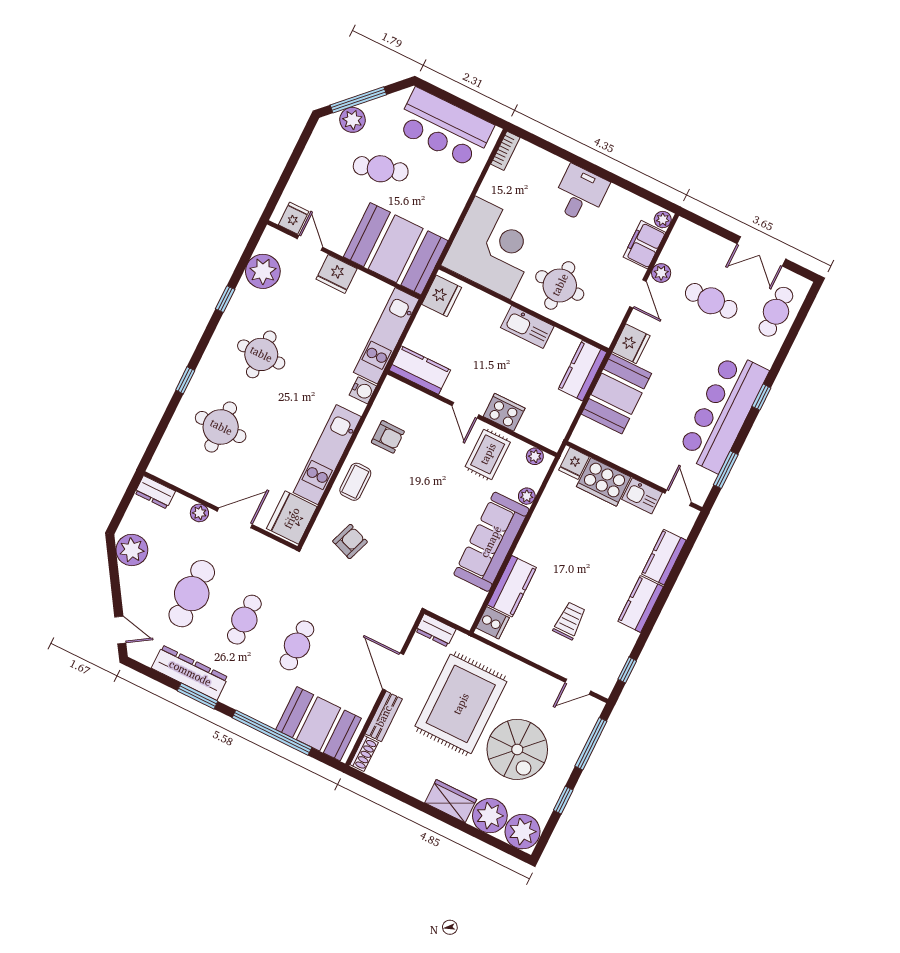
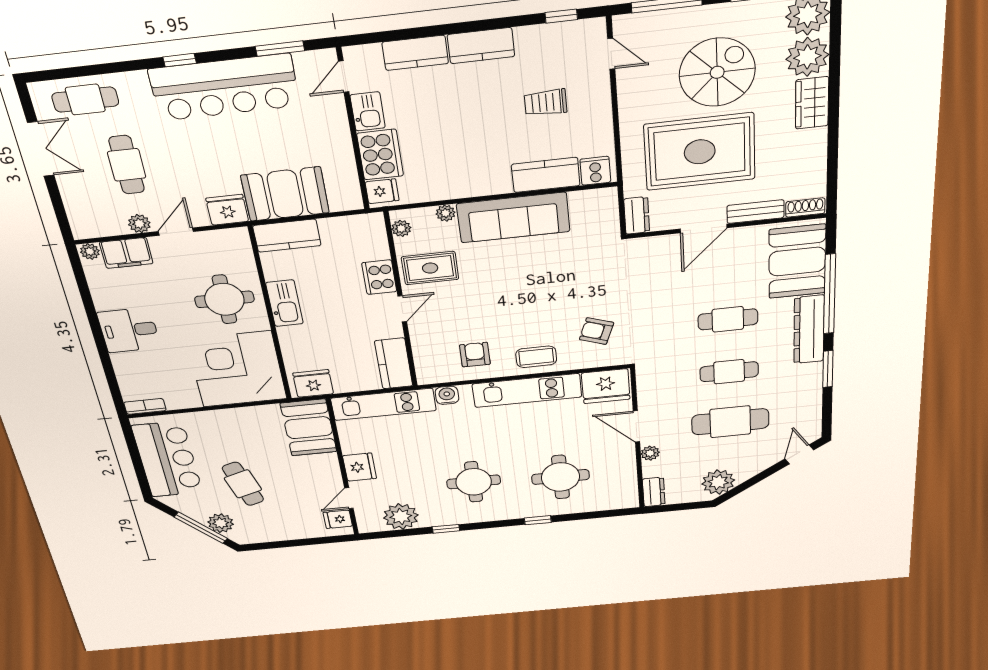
booth: (396, 249) -> (309, 428), width x0.73, depth x0.70
dresser: (190, 673) -> (809, 330), moved

